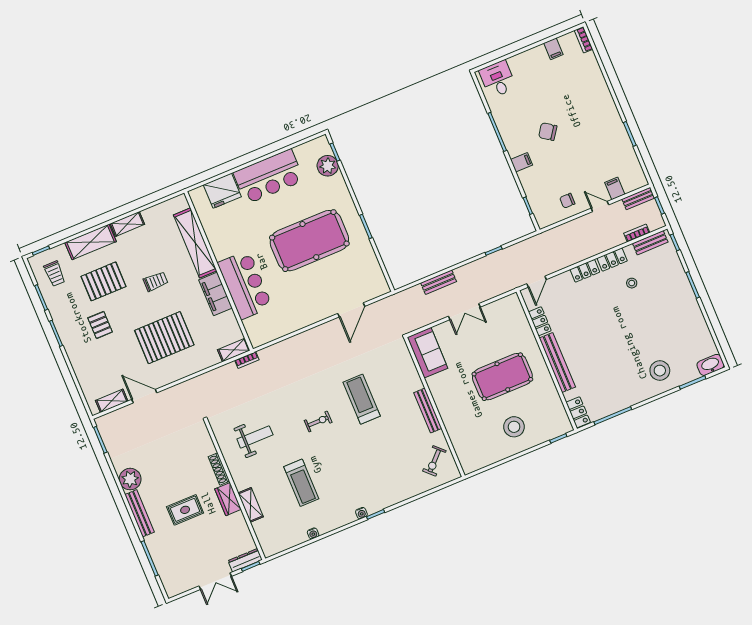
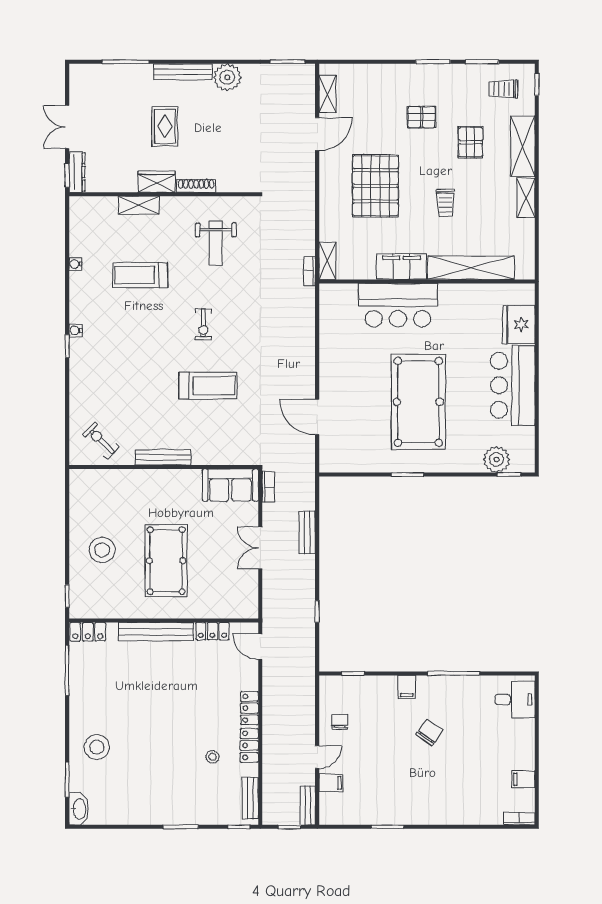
bookcase: (637, 233) -> (268, 487), moved
pallet: (103, 281) -> (471, 142), width x0.67, depth x0.71

